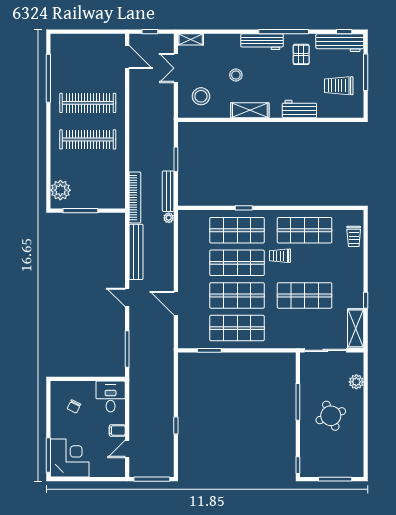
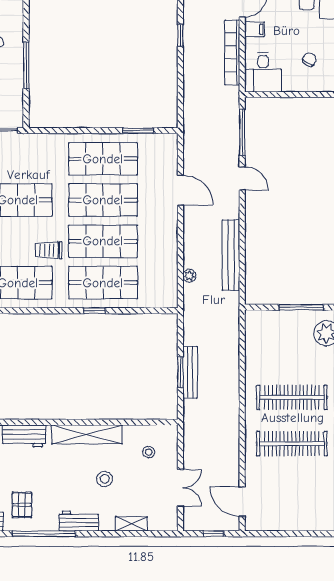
shelving: (191, 39) -> (131, 524), moved
workbench: (262, 42) -> (79, 521), width x0.73
stool: (201, 96) -> (149, 452), width x0.53, depth x0.53
shelving: (250, 110) -> (87, 434), width x1.47
bench: (168, 191) -> (190, 372), moved
bookcase: (135, 197) -> (232, 52), moved
plant: (169, 218) -> (190, 276), moved
trolley: (280, 256) -> (49, 250), turned 180
door: (127, 297) -> (242, 178), moved

